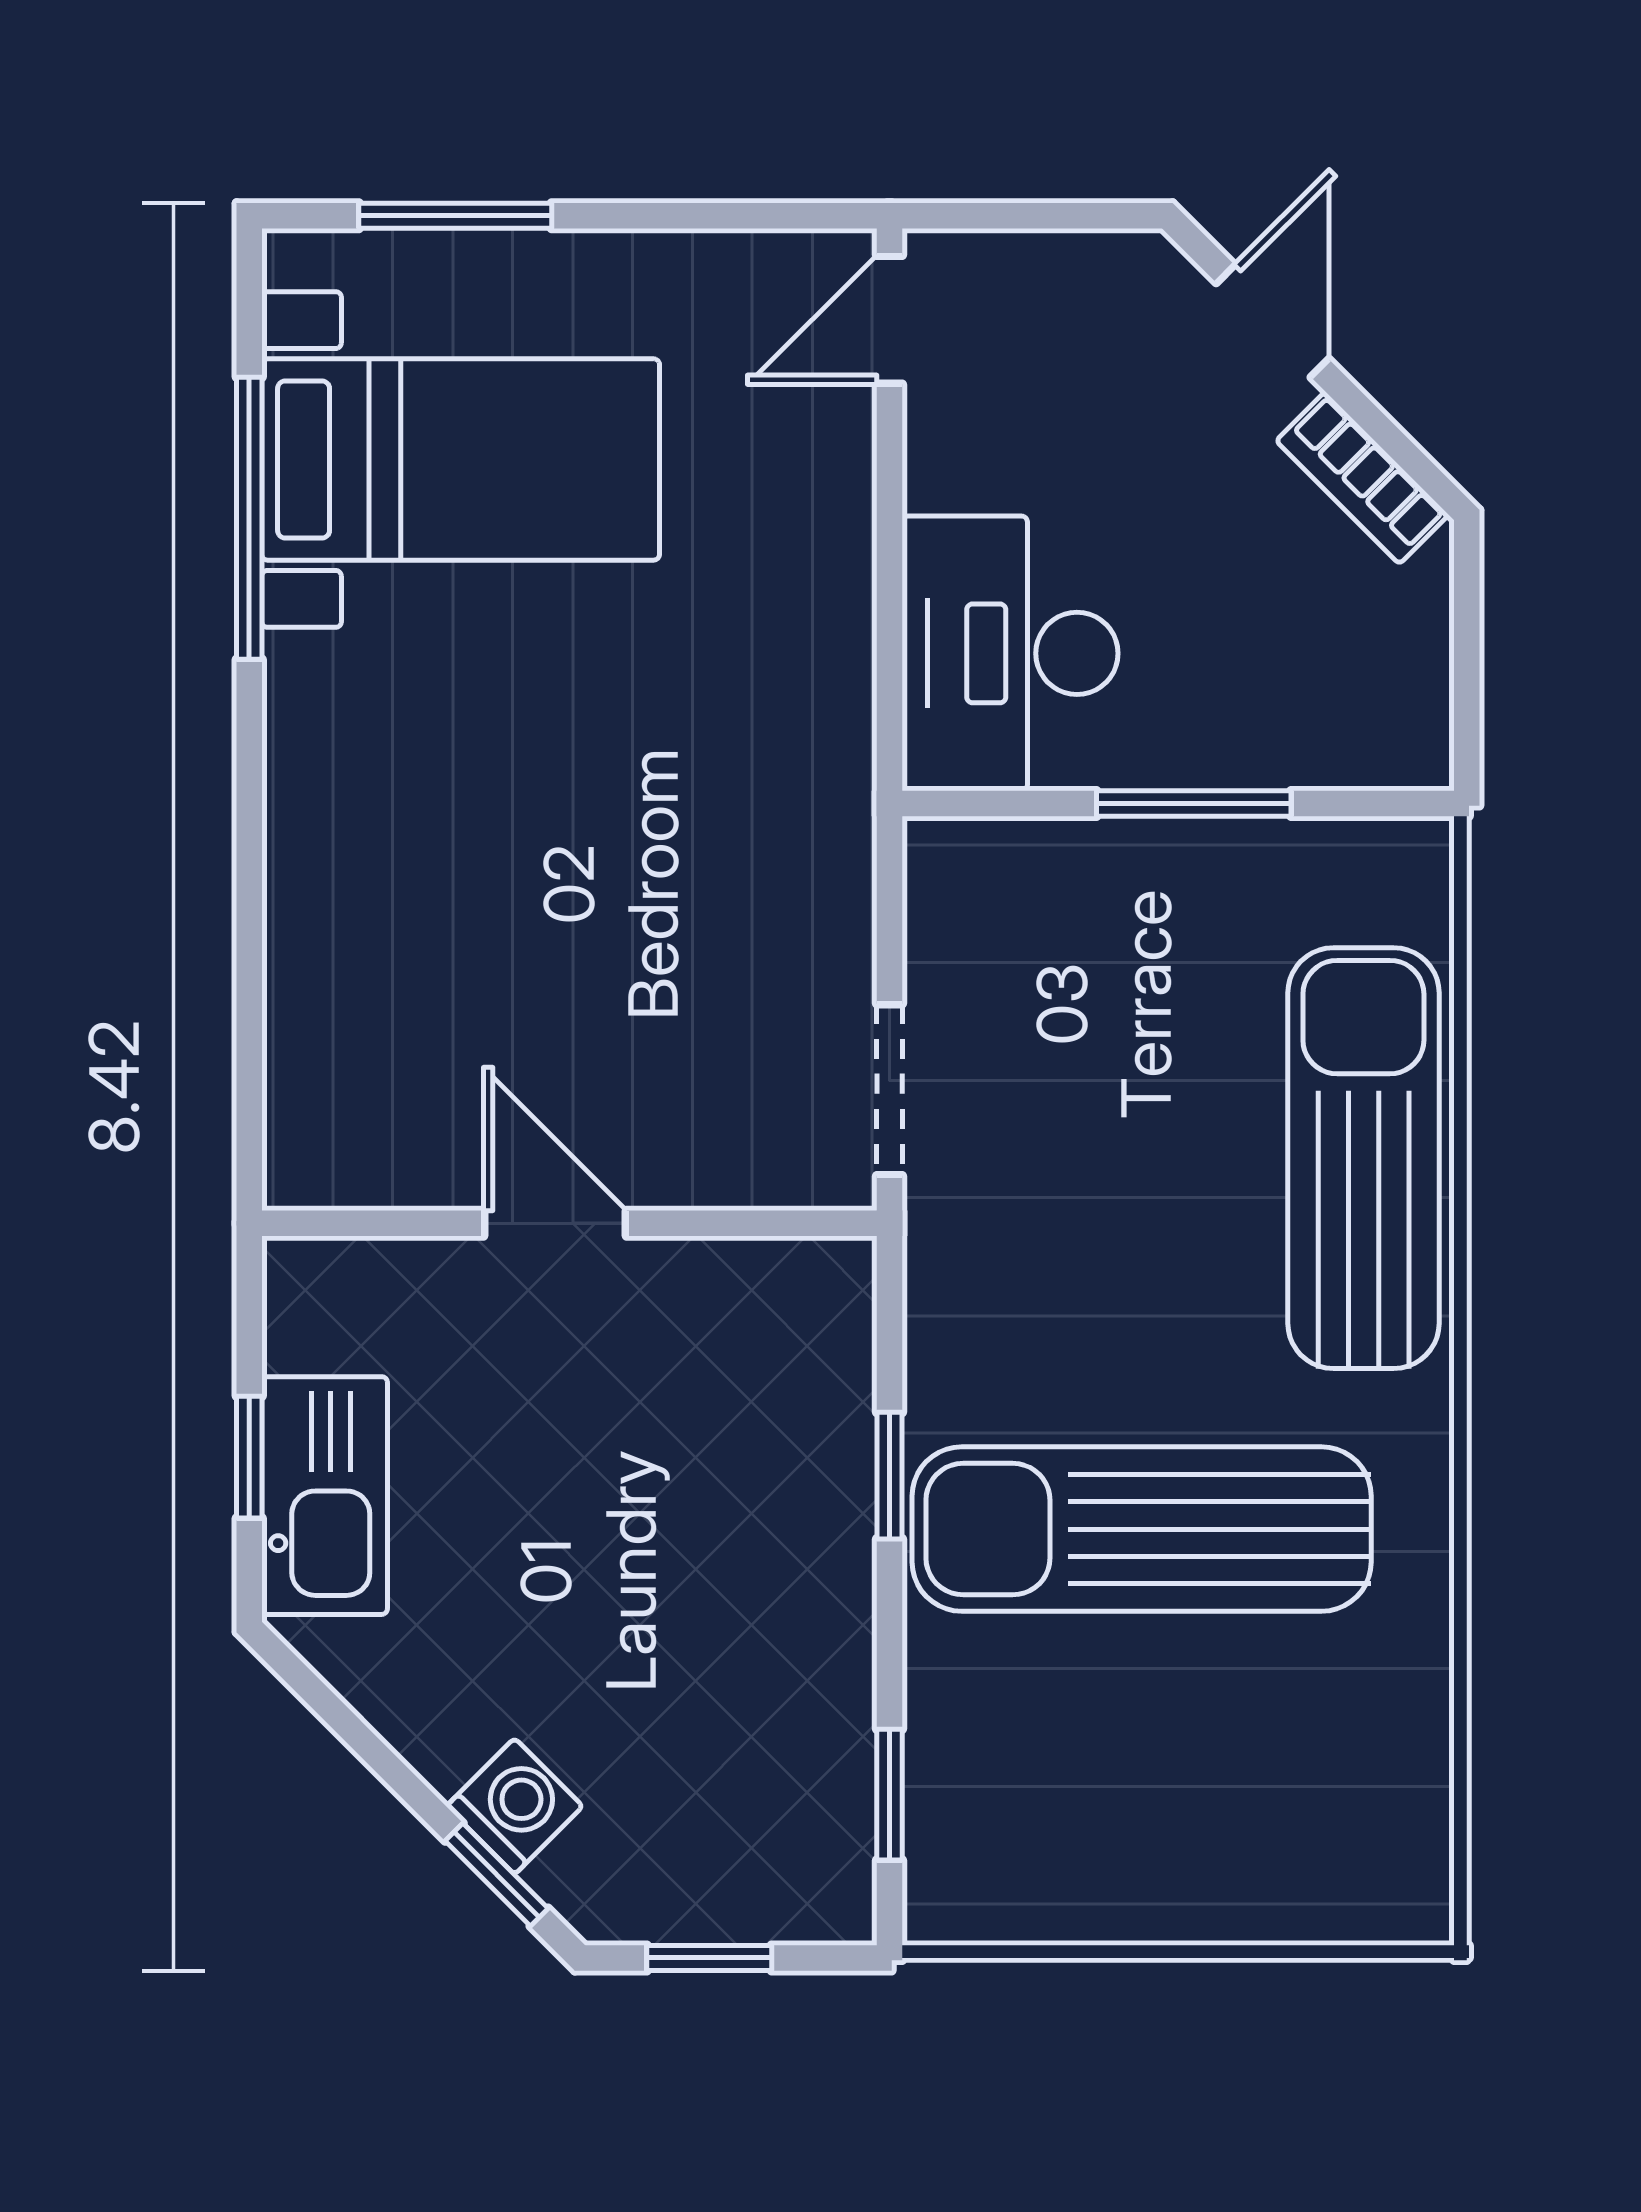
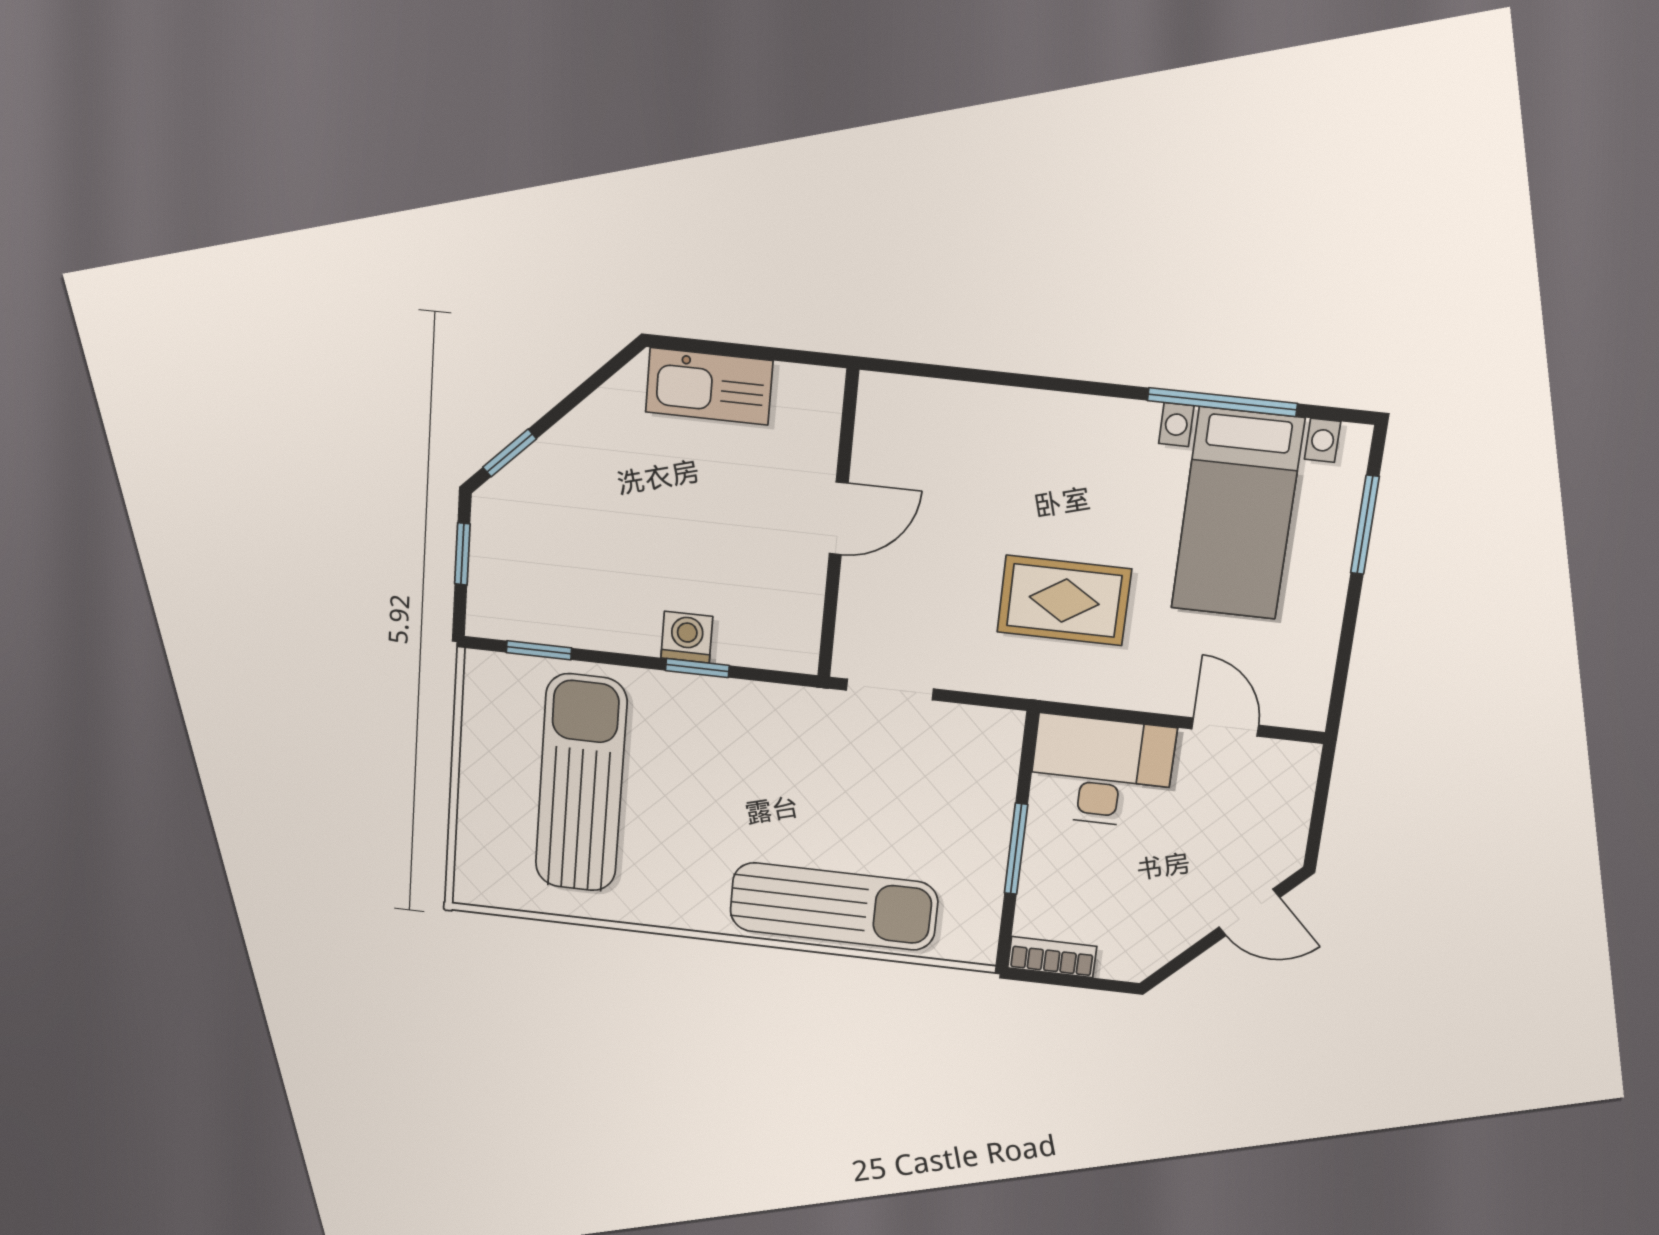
door: (889, 320) -> (1225, 727), moved
bookcase: (1362, 478) -> (1052, 957), moved, turned 45
rug: (669, 769) -> (1064, 601), added
window: (249, 1457) -> (732, 350), removed
sun lounger: (1142, 1529) -> (581, 783), moved
washing machine: (515, 1806) -> (687, 637), moved, turned -135

